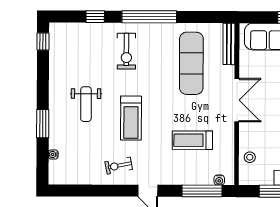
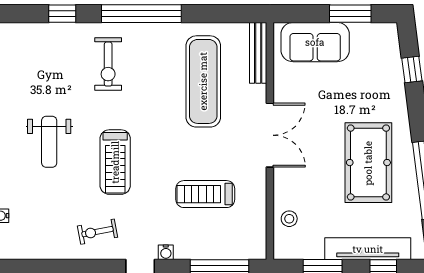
water cooler: (219, 180) -> (166, 252), moved

